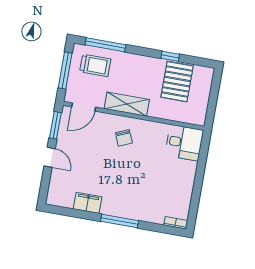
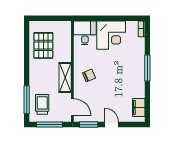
window: (170, 56) -> (27, 53), removed
pallet: (177, 82) -> (43, 45), turned 90
door: (50, 157) -> (112, 125), hinge flipped
corner desk: (175, 179) -> (111, 35), added
filing cabinet: (88, 203) -> (139, 108), moved

